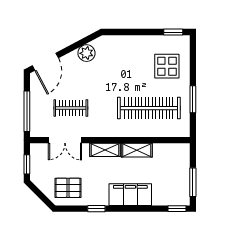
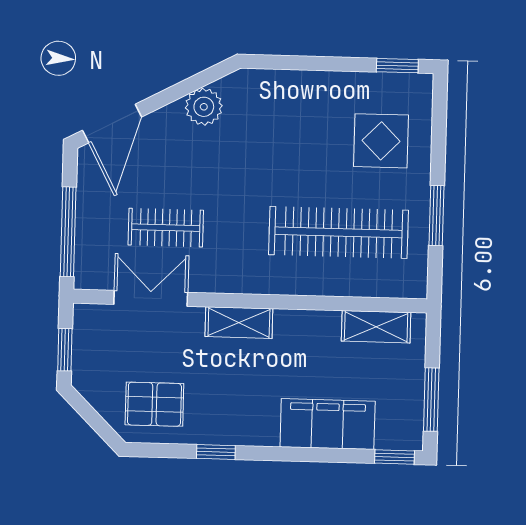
double door: (65, 140) -> (151, 298), swing flipped
shelving: (137, 150) -> (376, 327), moved
filing cabinet: (130, 195) -> (328, 424), moved

